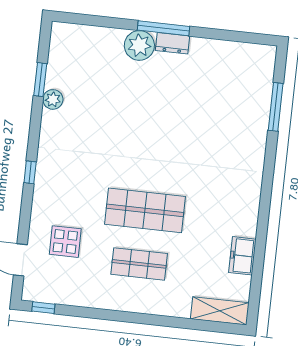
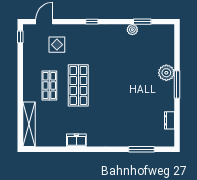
dresser: (173, 43) -> (169, 120), moved
freezer: (242, 256) -> (76, 140), moved
shelving: (220, 311) -> (29, 124), width x1.47

